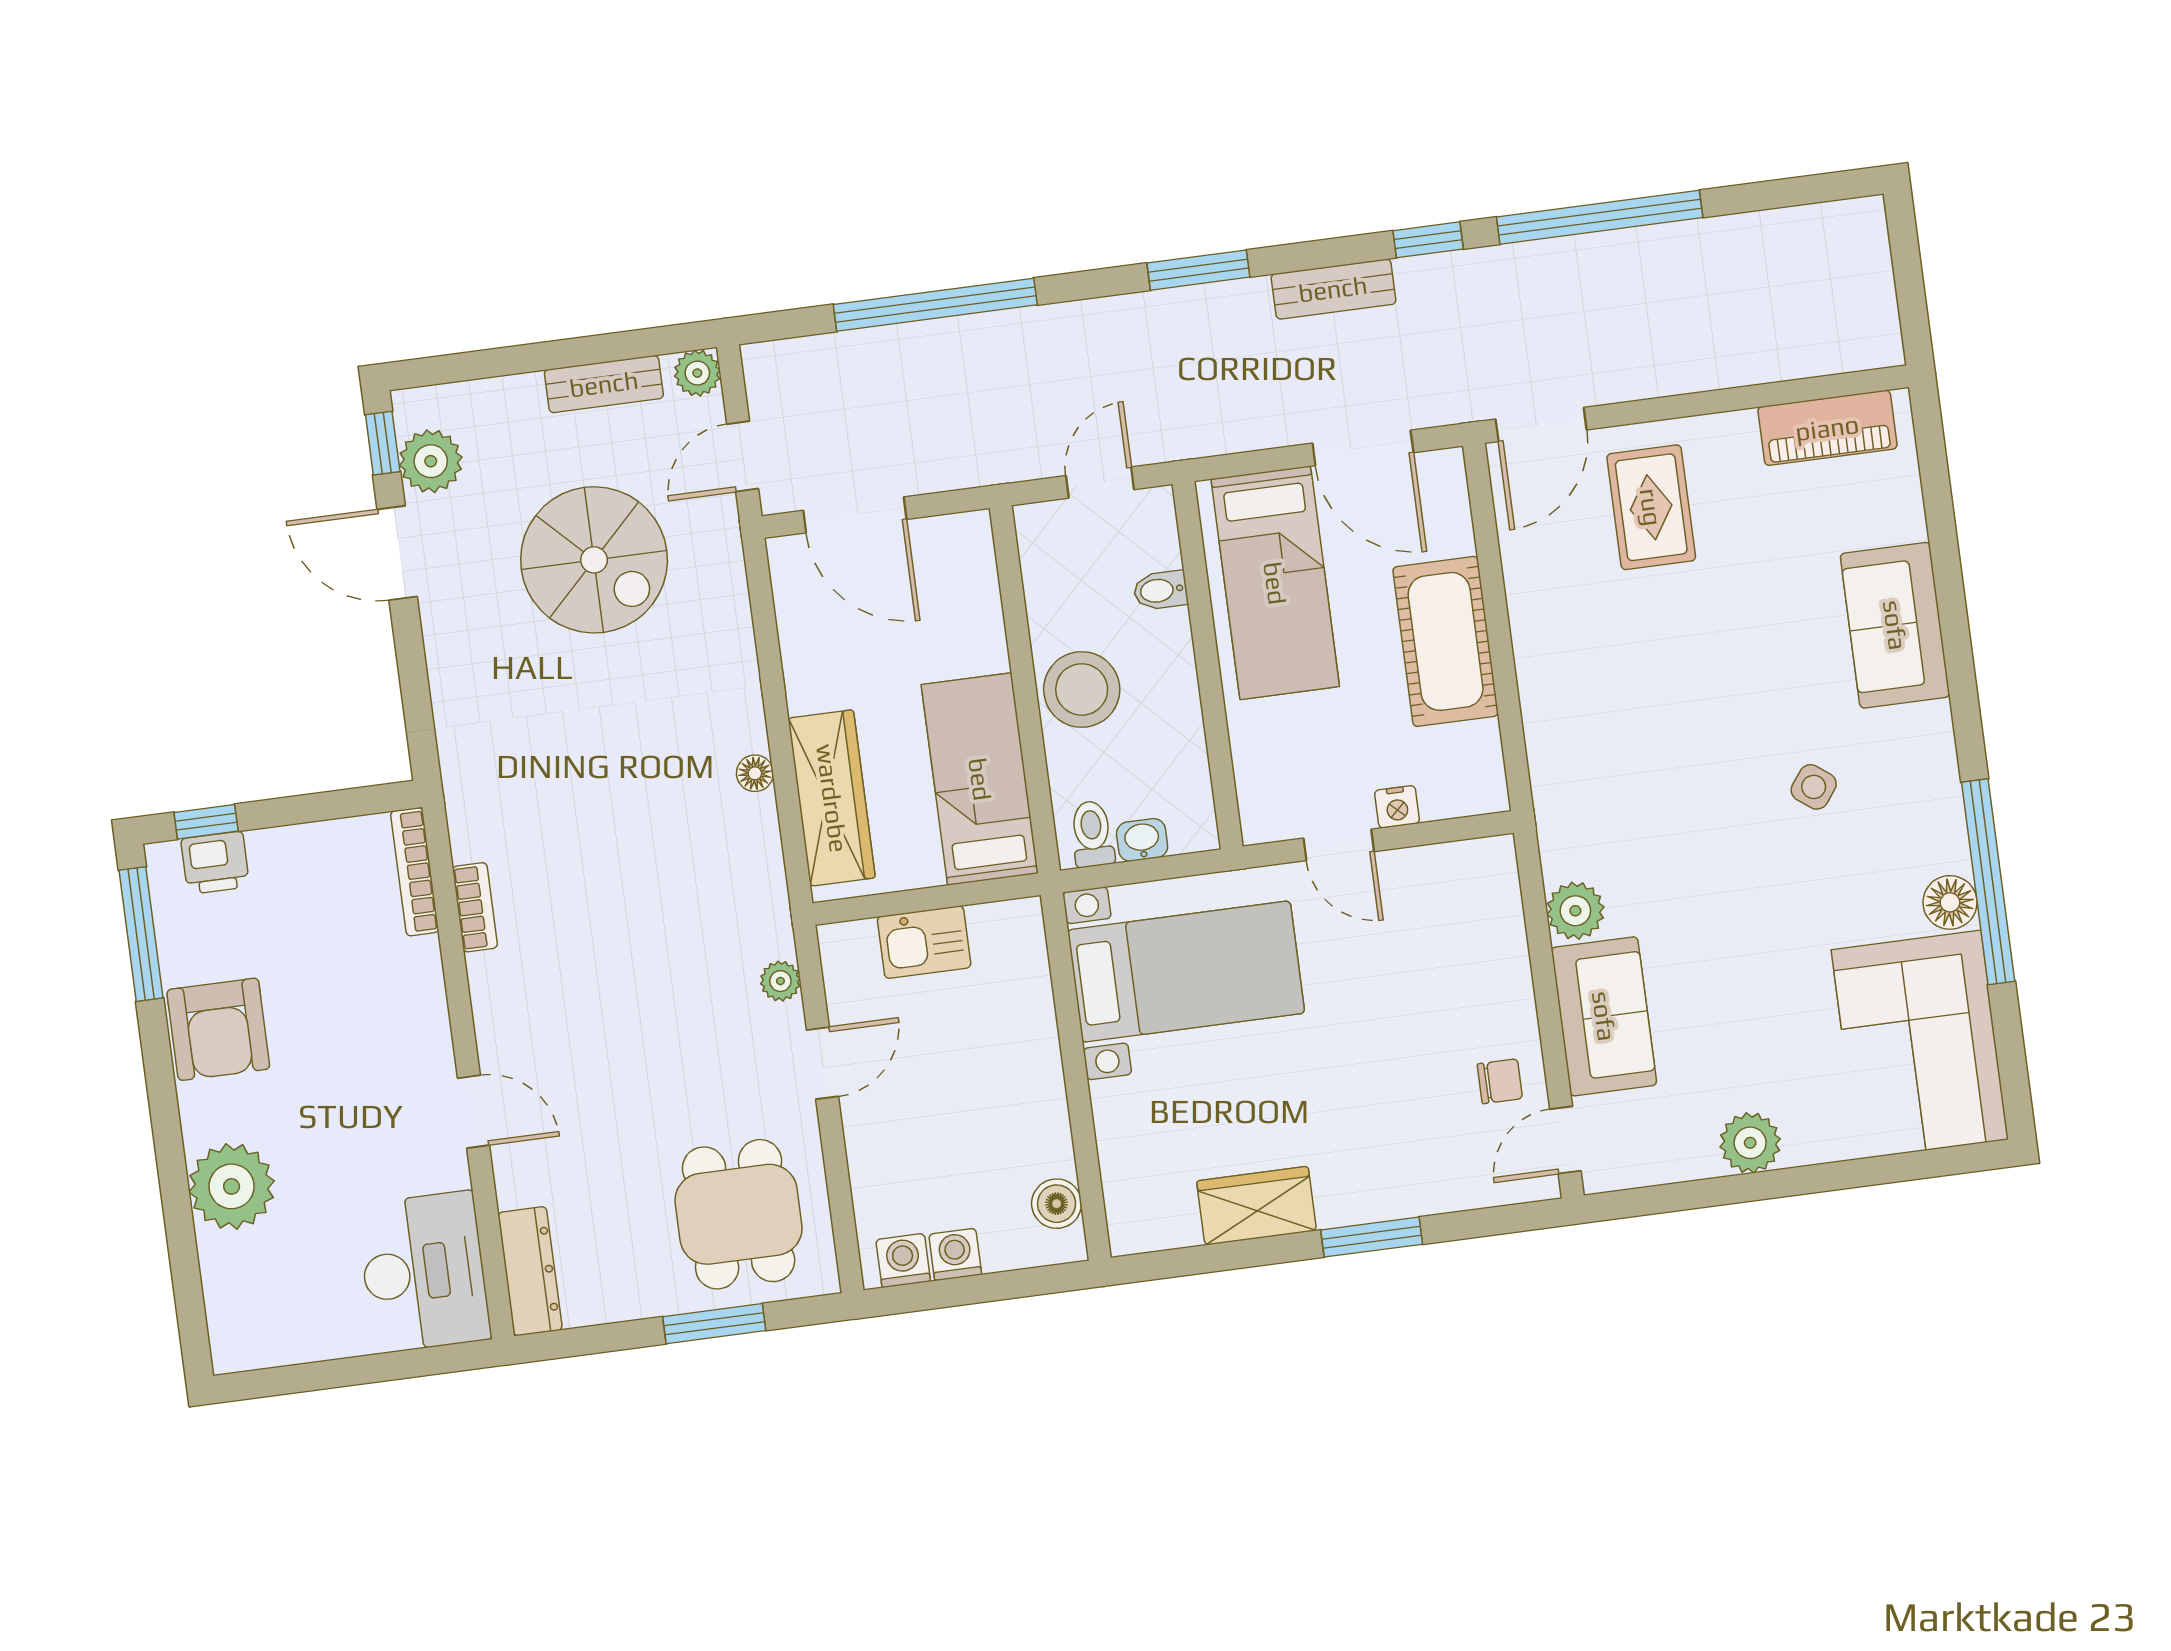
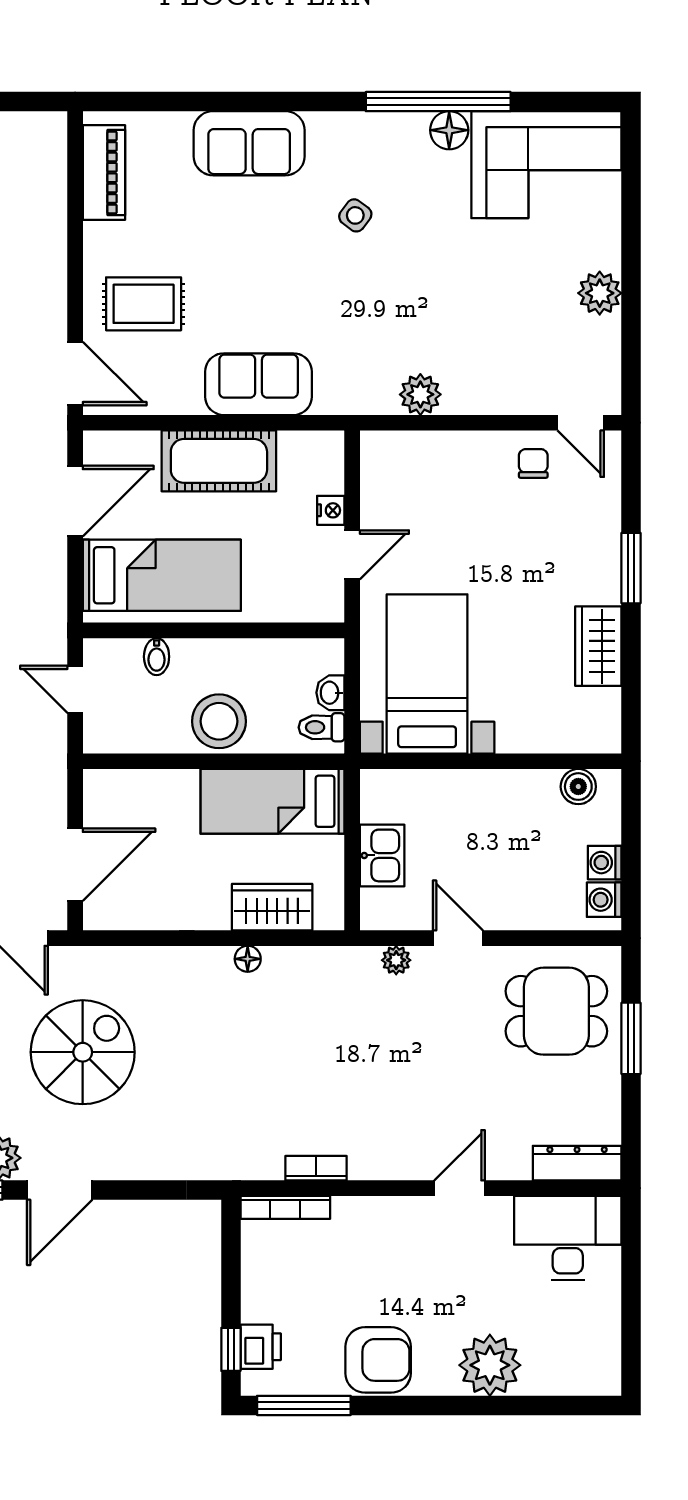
wardrobe: (832, 798) -> (272, 907), width x0.67
sofa: (1604, 1016) -> (259, 384), moved

